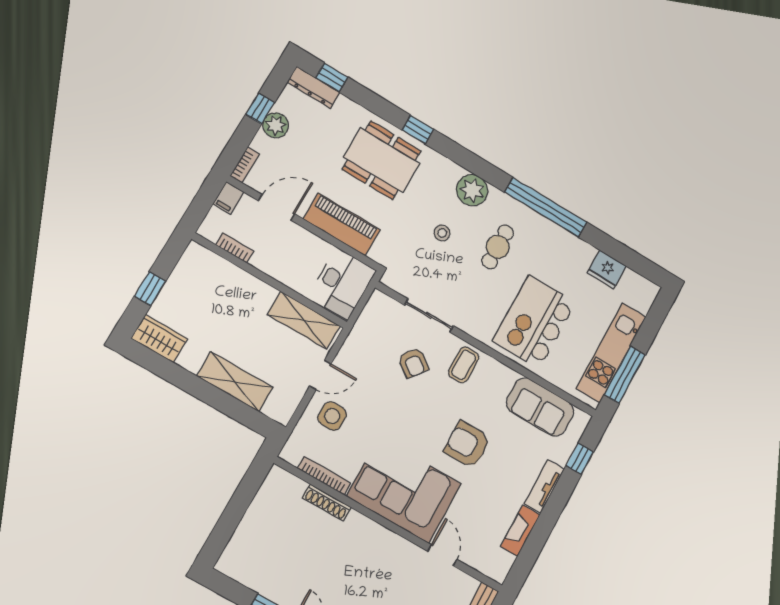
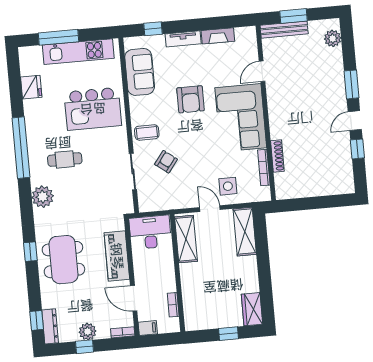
stool: (442, 233) -> (80, 197), removed
window: (625, 375) -> (59, 37), moved
shelving: (235, 382) -> (245, 232), moved

